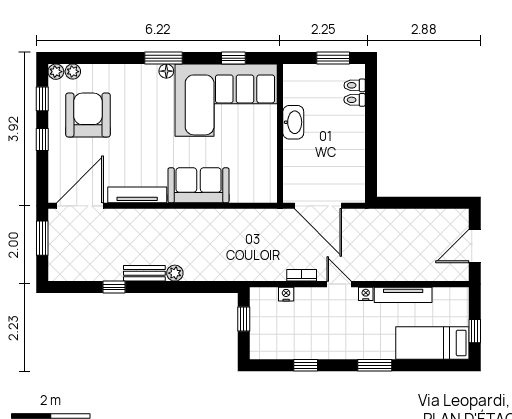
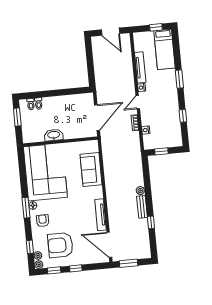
window: (233, 58) -> (30, 247), moved
armchair: (137, 87) -> (43, 221), added
sofa: (199, 185) -> (91, 170), moved

